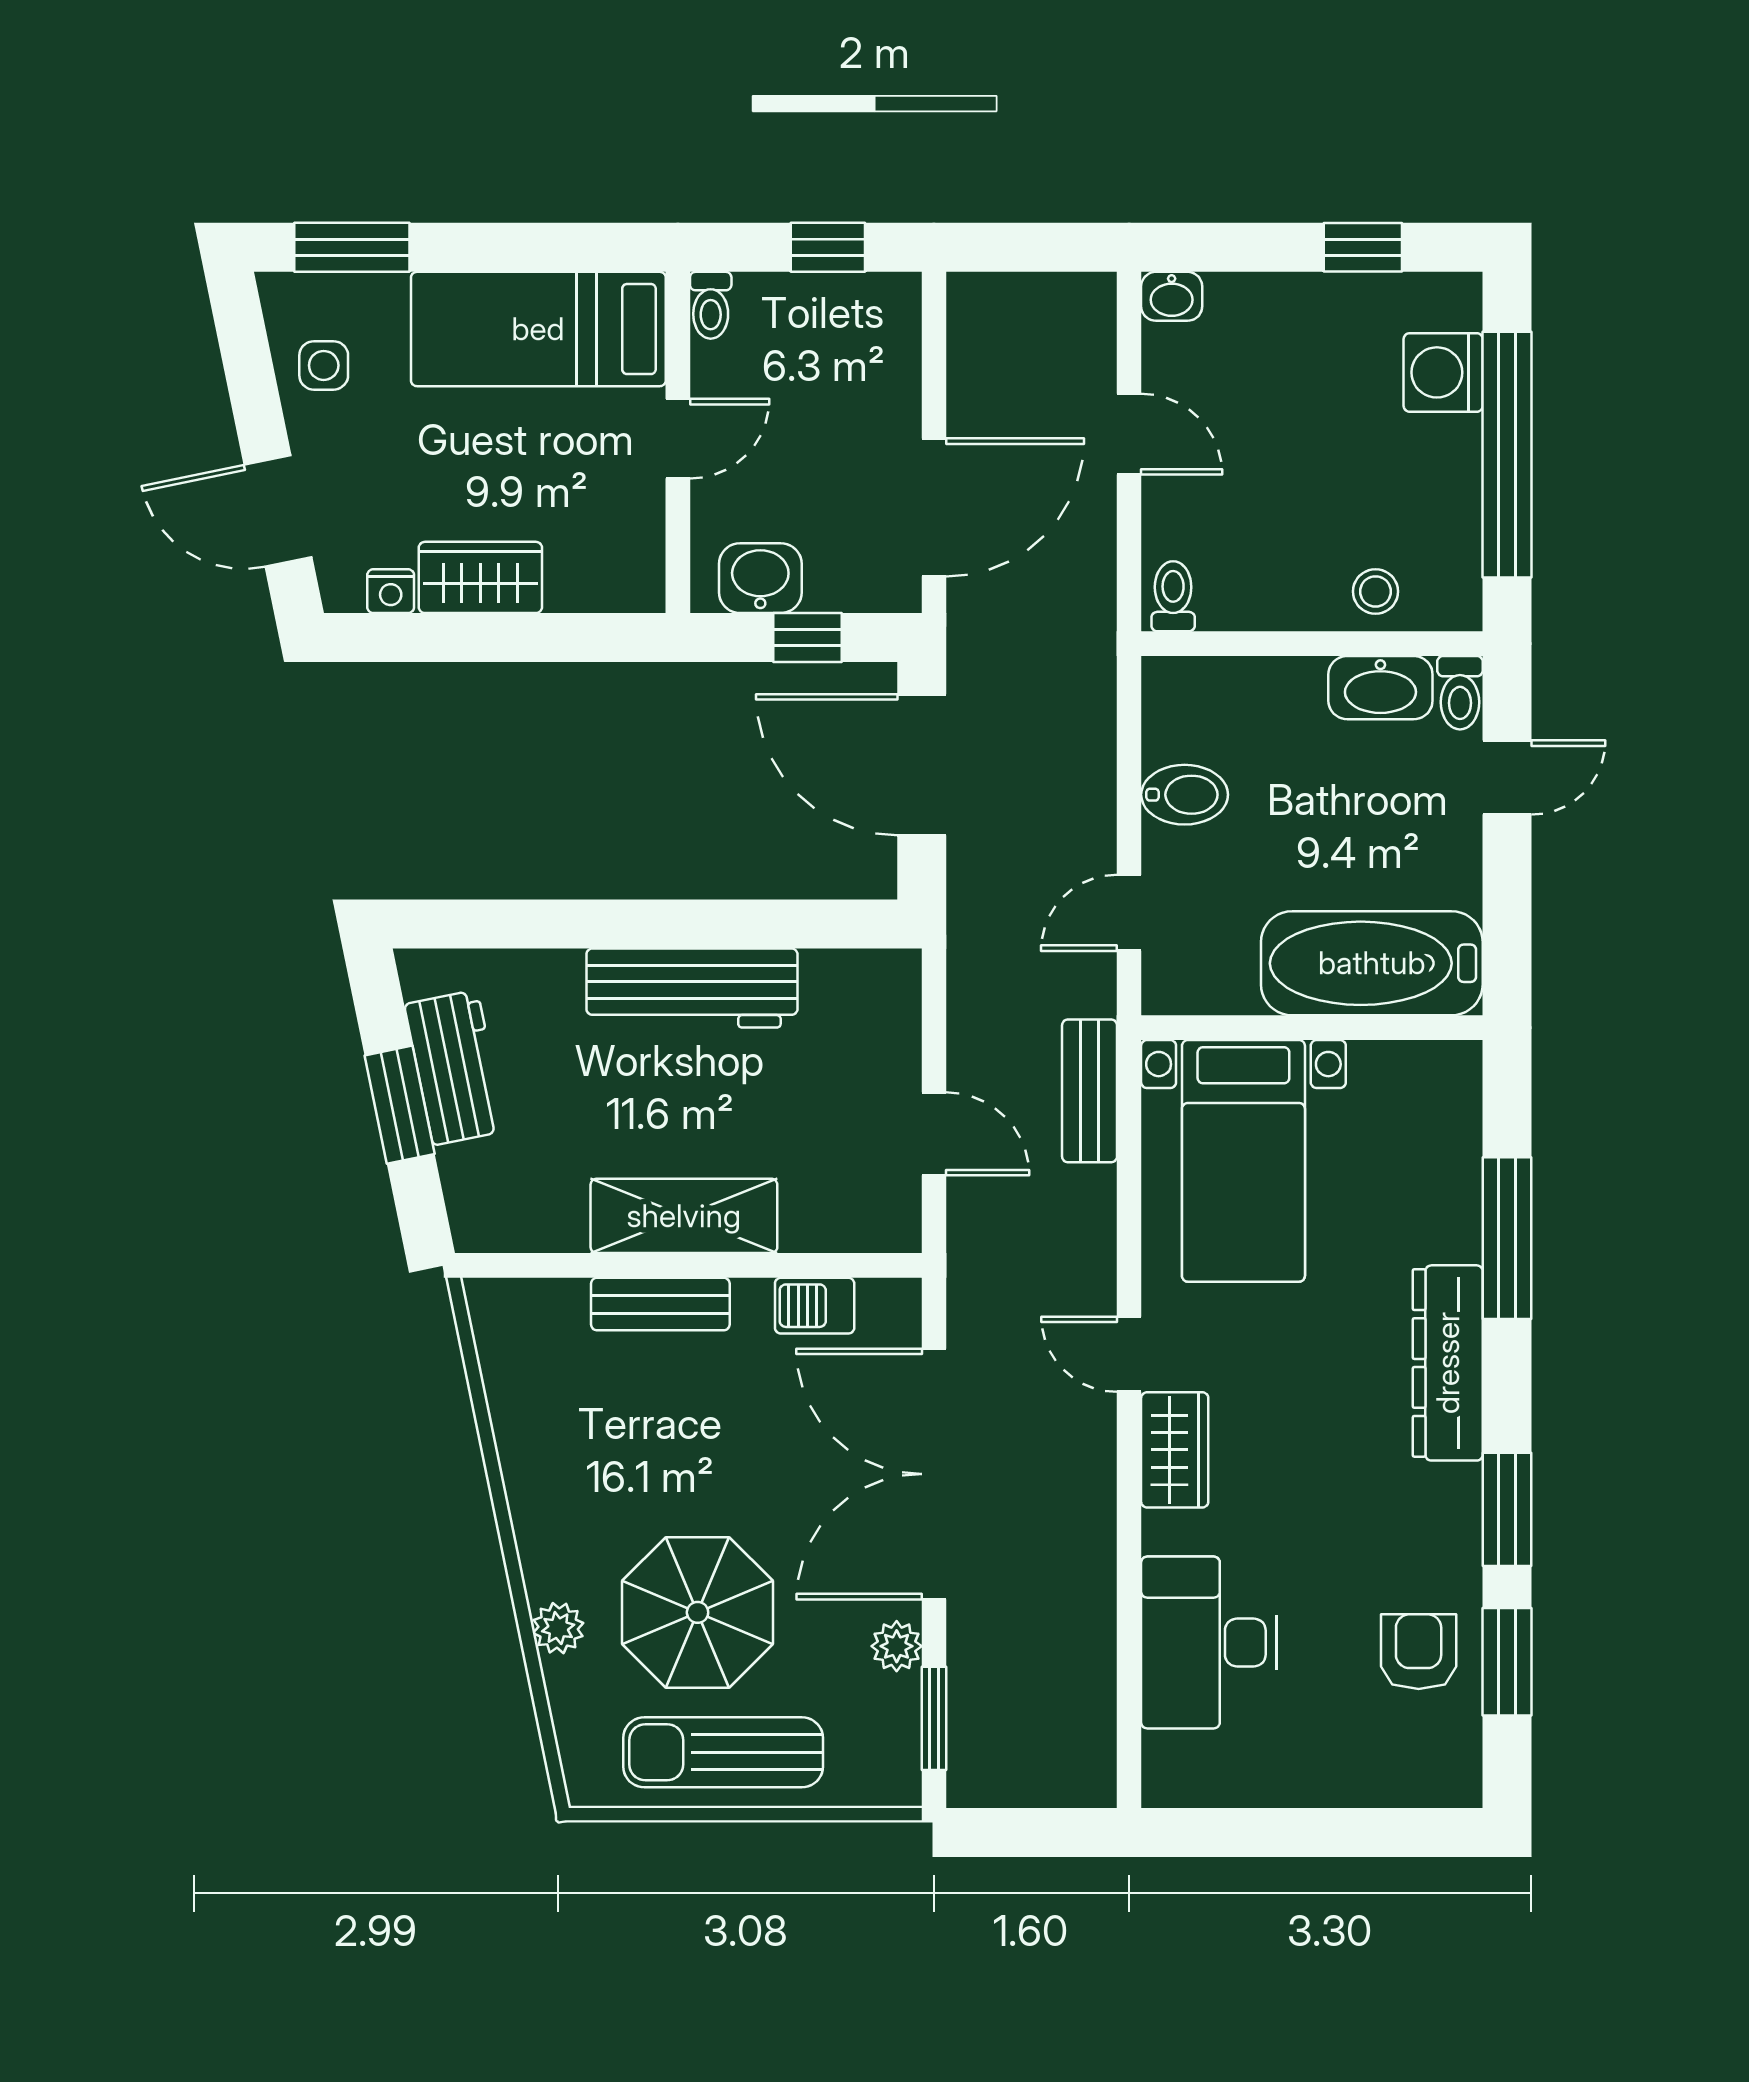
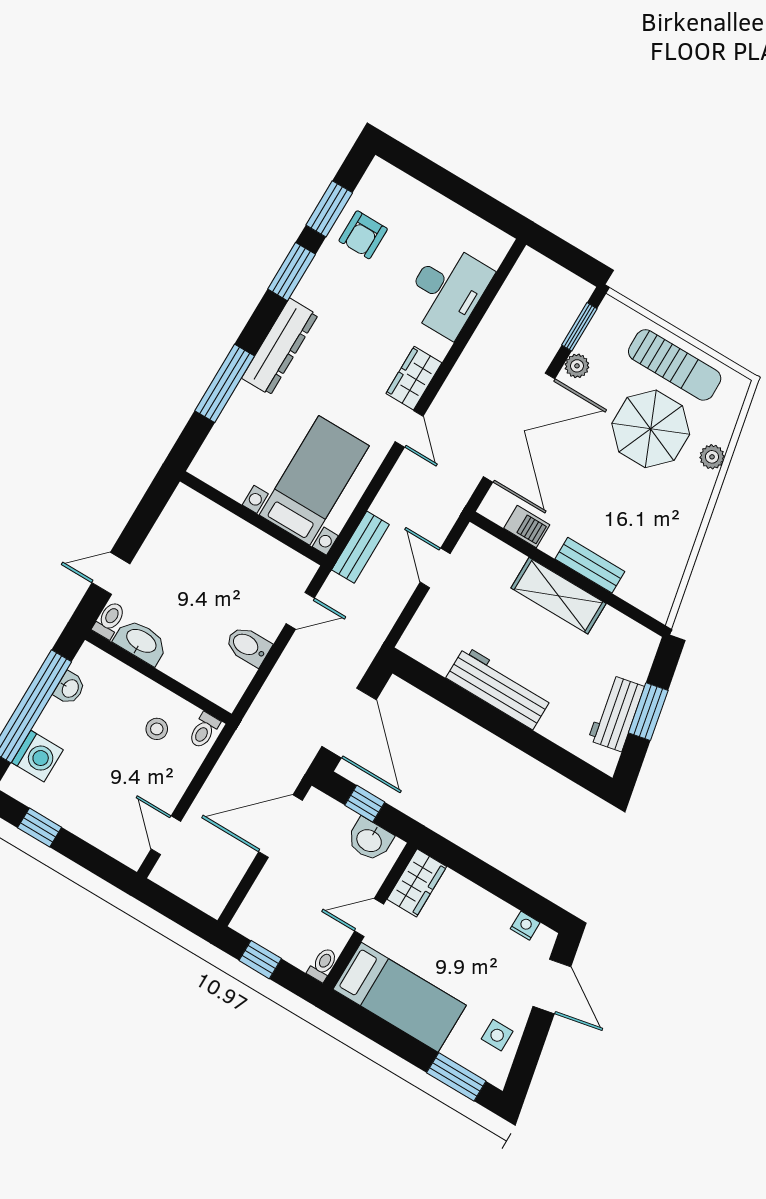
washbasin: (1172, 296) -> (70, 688), moved, turned 90
door: (1129, 434) -> (166, 835), moved
wardrobe: (480, 577) -> (417, 883), moved, turned -90
stool: (1376, 591) -> (157, 729), moved
bathtub: (1372, 963) -> (213, 530), removed

